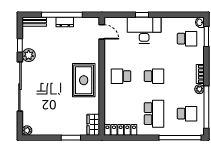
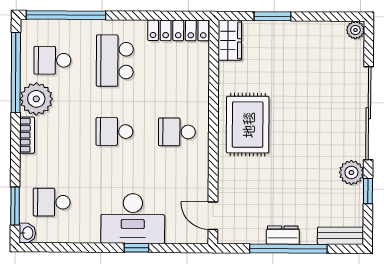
school desk: (121, 76) -> (177, 132), turned 180
plant: (199, 89) -> (36, 99), width x1.87, depth x1.87

